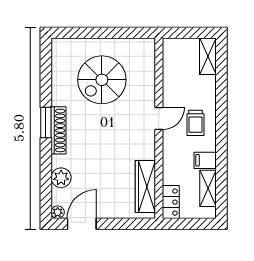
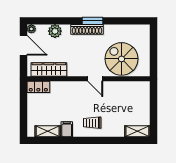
door: (159, 118) -> (95, 79), moved
wall: (159, 128) -> (89, 79), moved
wardrobe: (145, 186) -> (49, 70), moved
locker: (171, 202) -> (38, 87), moved

